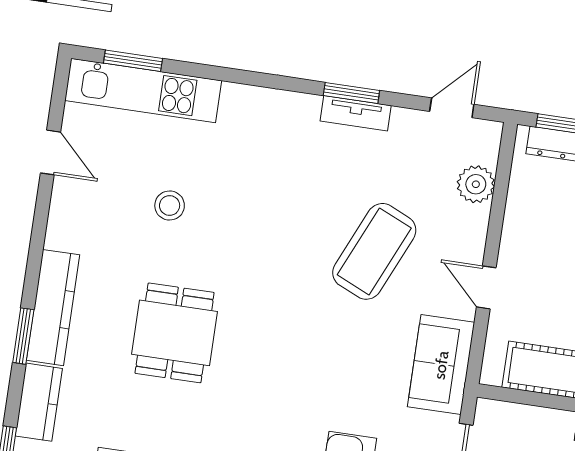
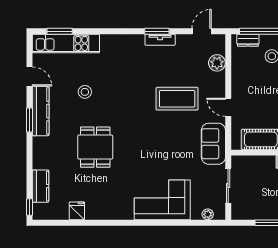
coffee table: (374, 251) -> (177, 99), turned 66
kitchen counter: (53, 308) -> (41, 111), moved
window: (23, 336) -> (30, 120), moved

